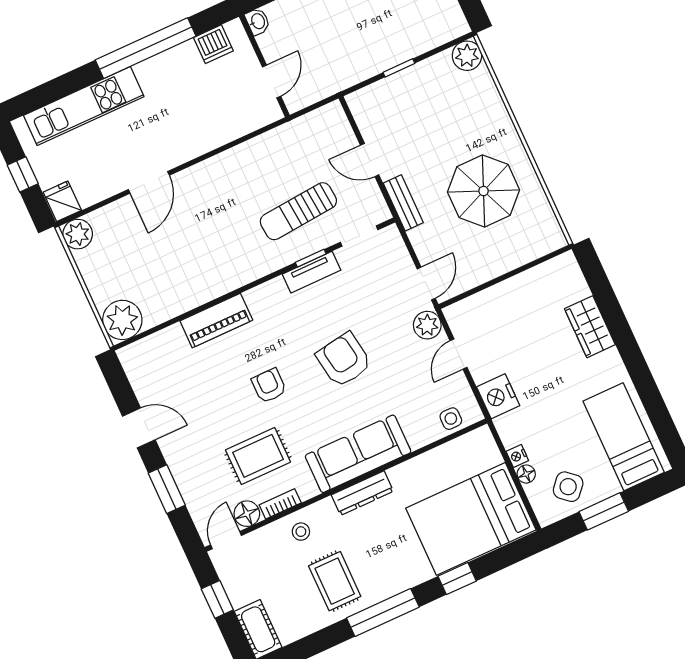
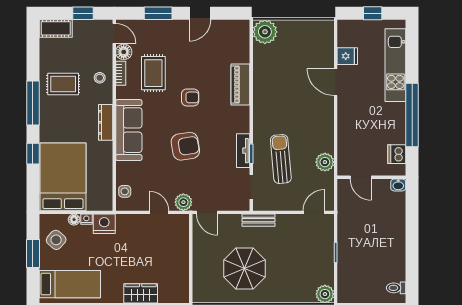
door: (370, 160) -> (314, 212), moved
fridge: (62, 201) -> (347, 56), moved
plant: (78, 234) -> (325, 162), moved
nightstand: (498, 396) -> (104, 224), moved

